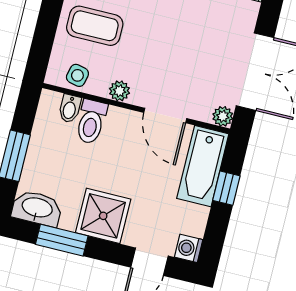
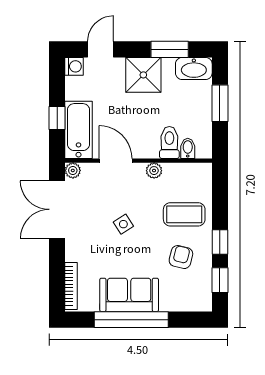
side table: (77, 75) -> (123, 224), moved, turned 45

